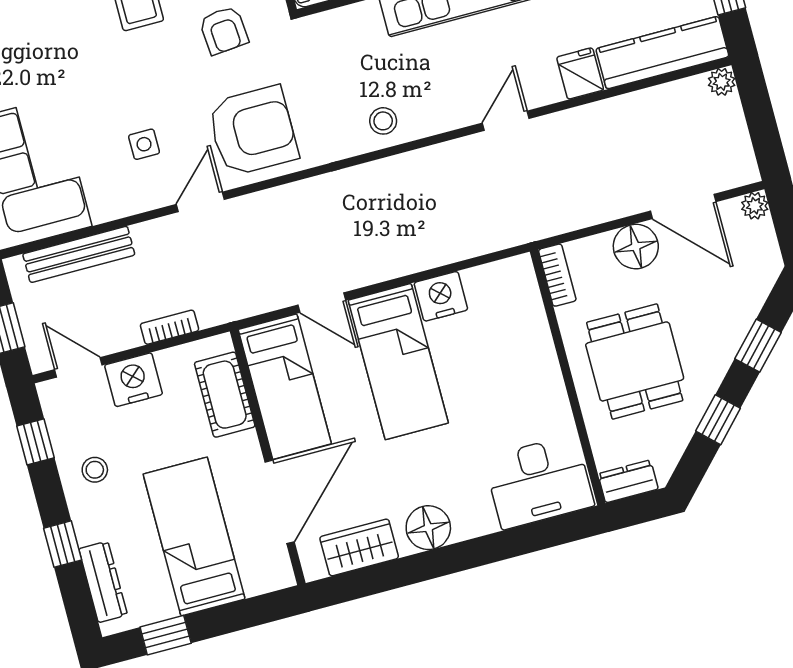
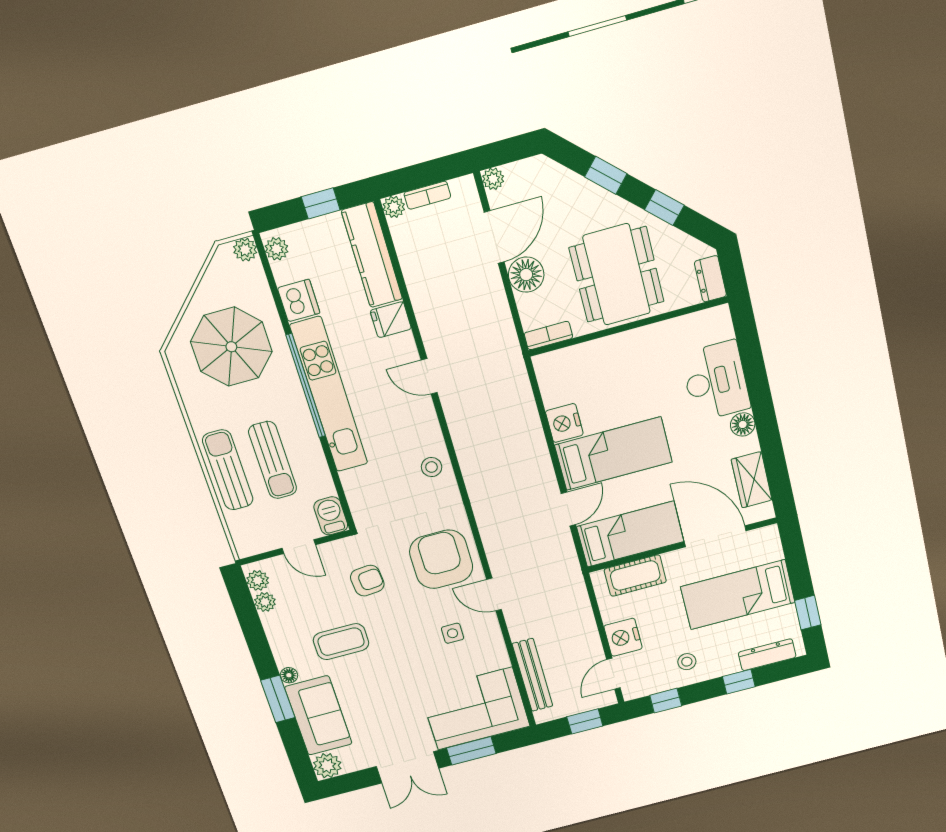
bookcase: (170, 327) -> (427, 195), moved, turned -90
dining table: (635, 361) -> (617, 275), width x1.38
desk: (539, 482) -> (716, 381), moved
floor lamp: (428, 528) -> (743, 424), width x0.73, depth x0.73

